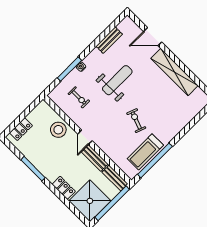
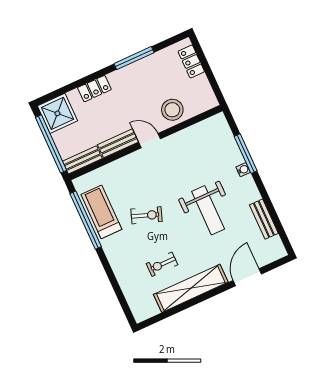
exercise bike: (79, 97) -> (162, 264), moved
shower: (90, 201) -> (57, 113), width x0.73, depth x0.73

